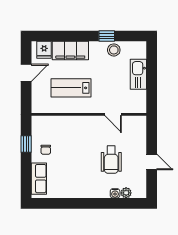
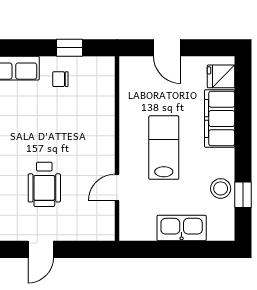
window: (107, 36) -> (243, 195), moved
door: (26, 73) -> (167, 48), moved
lab bench: (71, 88) -> (164, 148), moved
wheelchair: (111, 160) -> (44, 184), turned -90

